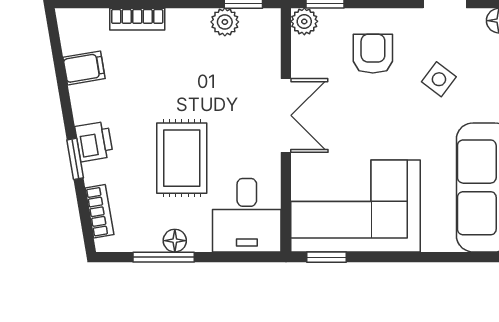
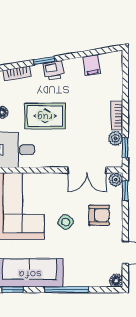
bookcase: (137, 19) -> (117, 116), moved
side table: (439, 79) -> (66, 222), moved
double door: (286, 115) -> (87, 170), moved

